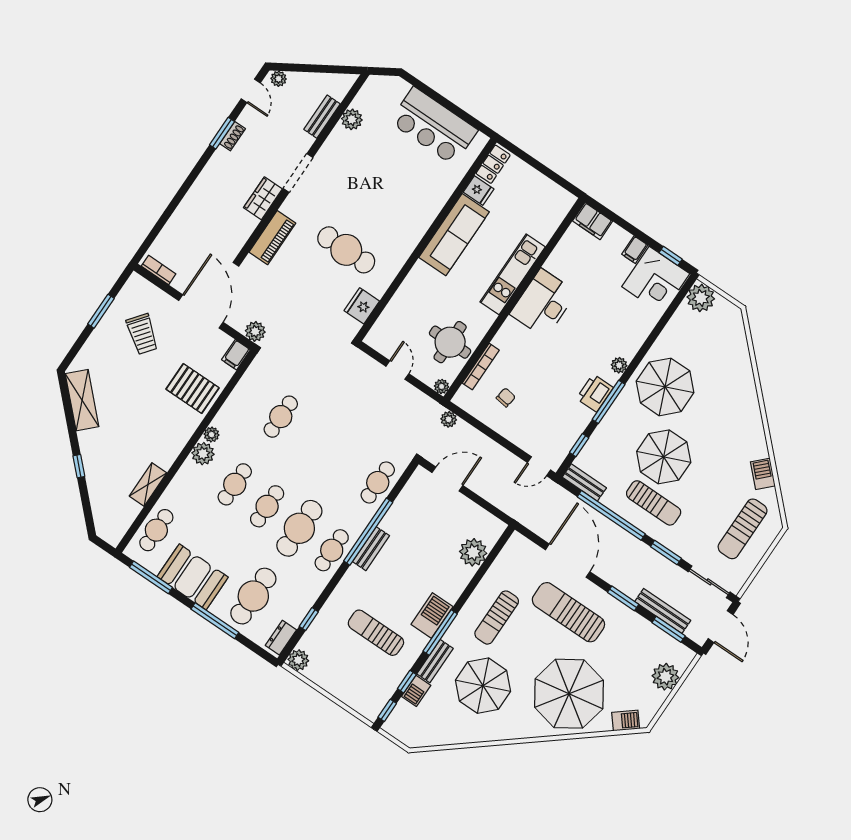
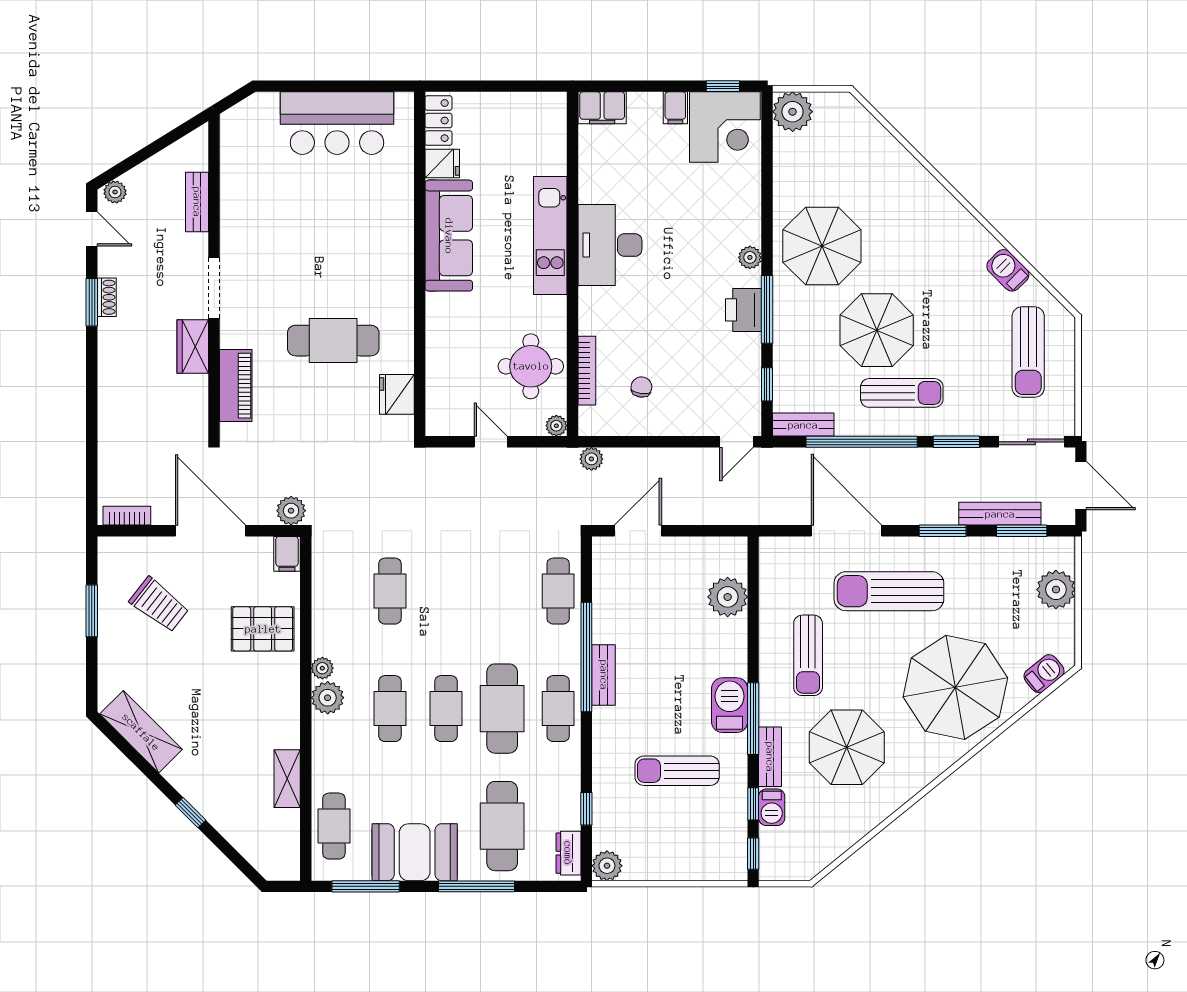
plant: (352, 119) -> (235, 181), removed

